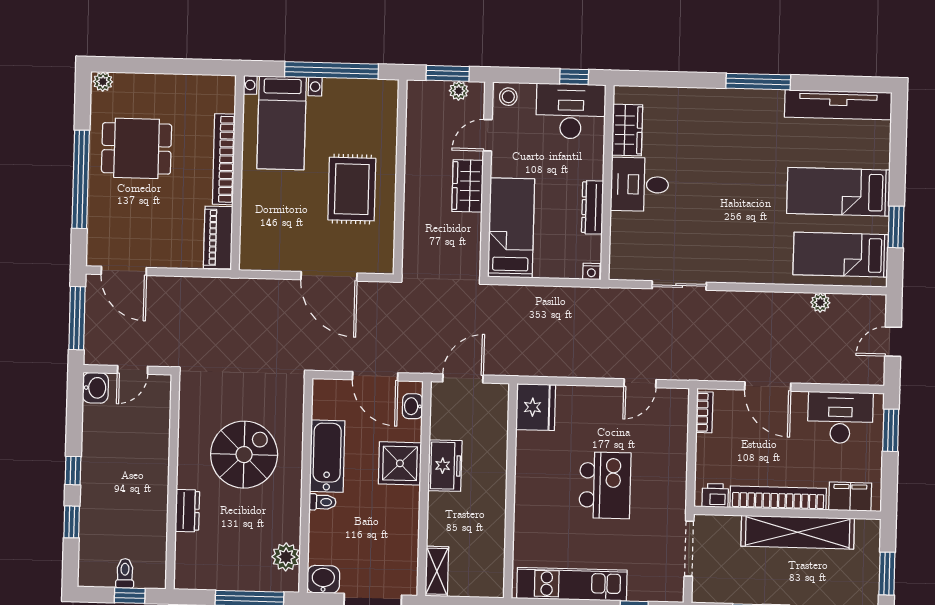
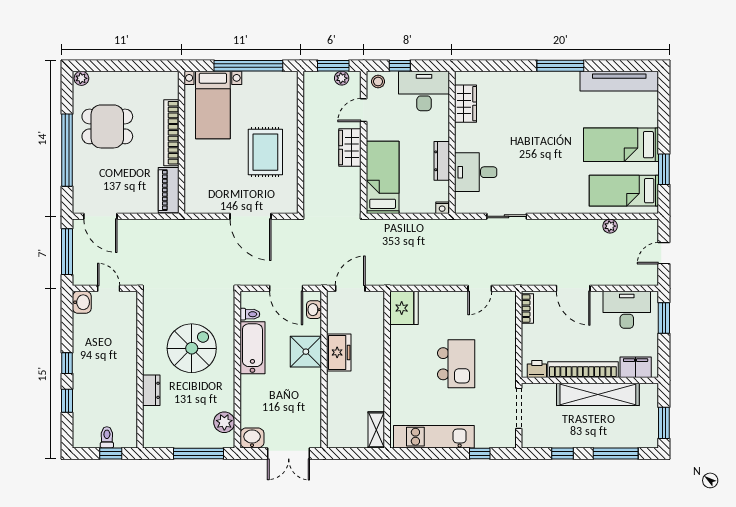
window: (574, 77) -> (400, 66), moved
desk: (640, 184) -> (476, 172), moved
door: (133, 370) -> (109, 288), swing flipped
toilet: (322, 502) -> (250, 314), moved
shelving: (437, 571) -> (376, 430), moved

